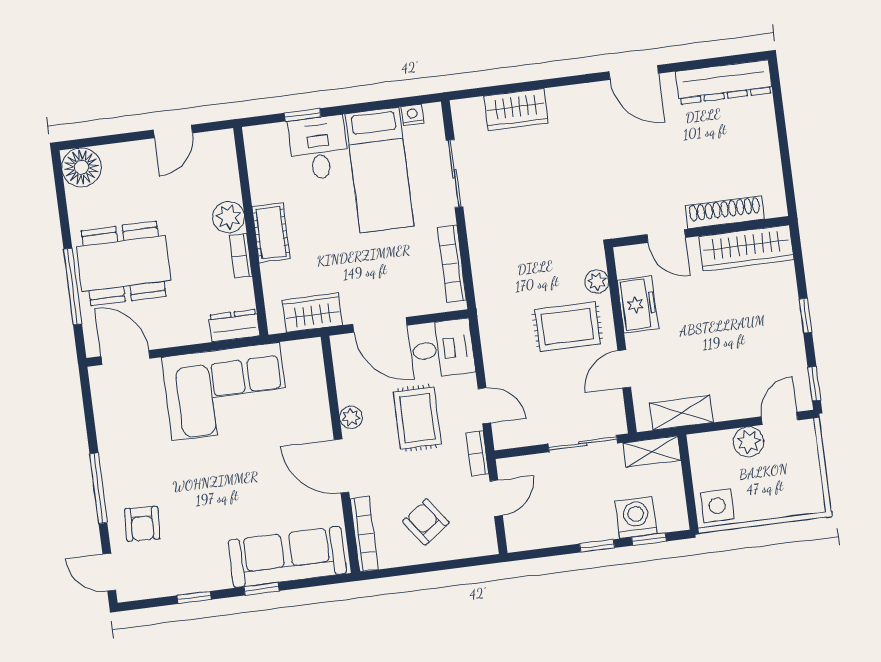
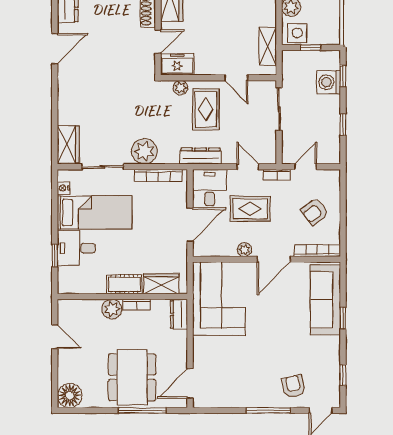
wardrobe: (516, 110) -> (68, 144), moved
plant: (488, 237) -> (144, 151), added
freezer: (638, 304) -> (177, 64), moved
wardrobe: (312, 313) -> (161, 284), moved, turned 90
dresser: (492, 328) -> (201, 156), added
corner sofa: (226, 392) -> (219, 299), moved
door: (484, 406) -> (248, 167), hinge flipped
shelving: (652, 452) -> (289, 67), removed
window: (688, 482) -> (311, 48), added
door: (496, 498) -> (306, 167), hinge flipped
side table: (717, 506) -> (297, 33), moved
armchair: (142, 524) -> (294, 386), turned -106
window: (597, 546) -> (343, 125), moved
window: (194, 597) -> (343, 375), moved

